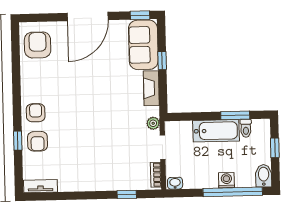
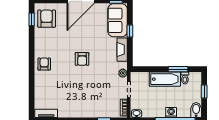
window: (18, 141) -> (32, 19), moved
armchair: (38, 141) -> (82, 59), moved

